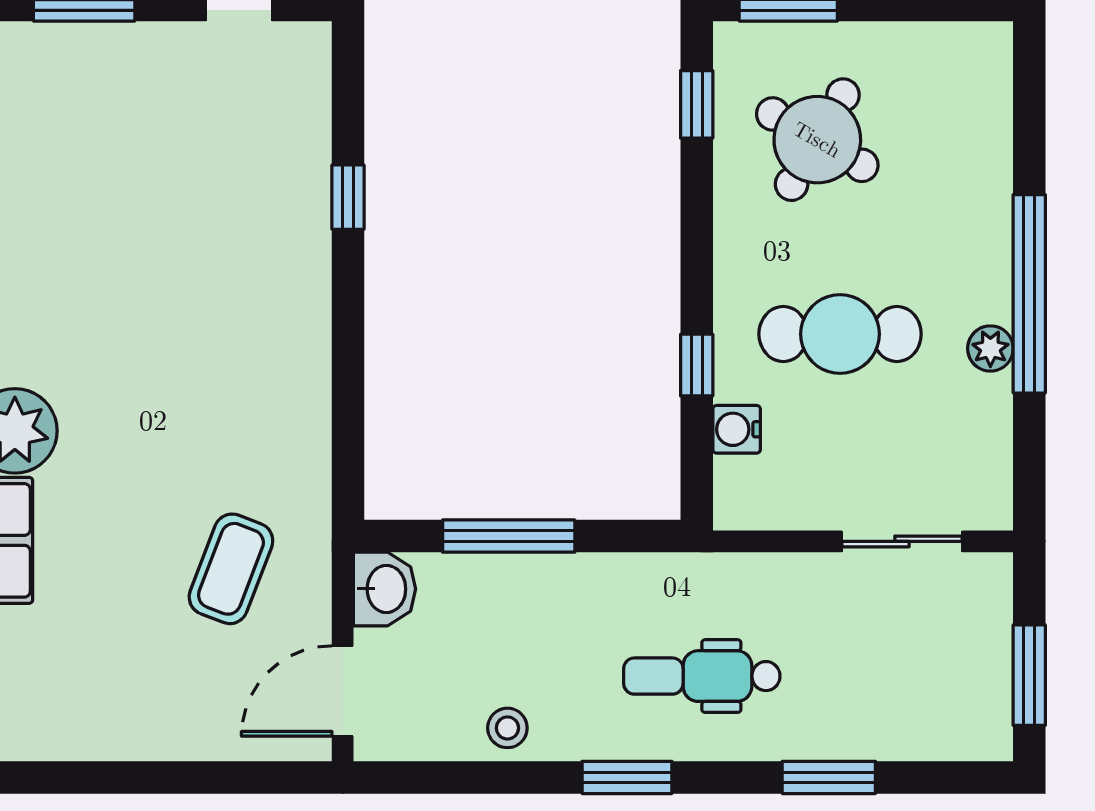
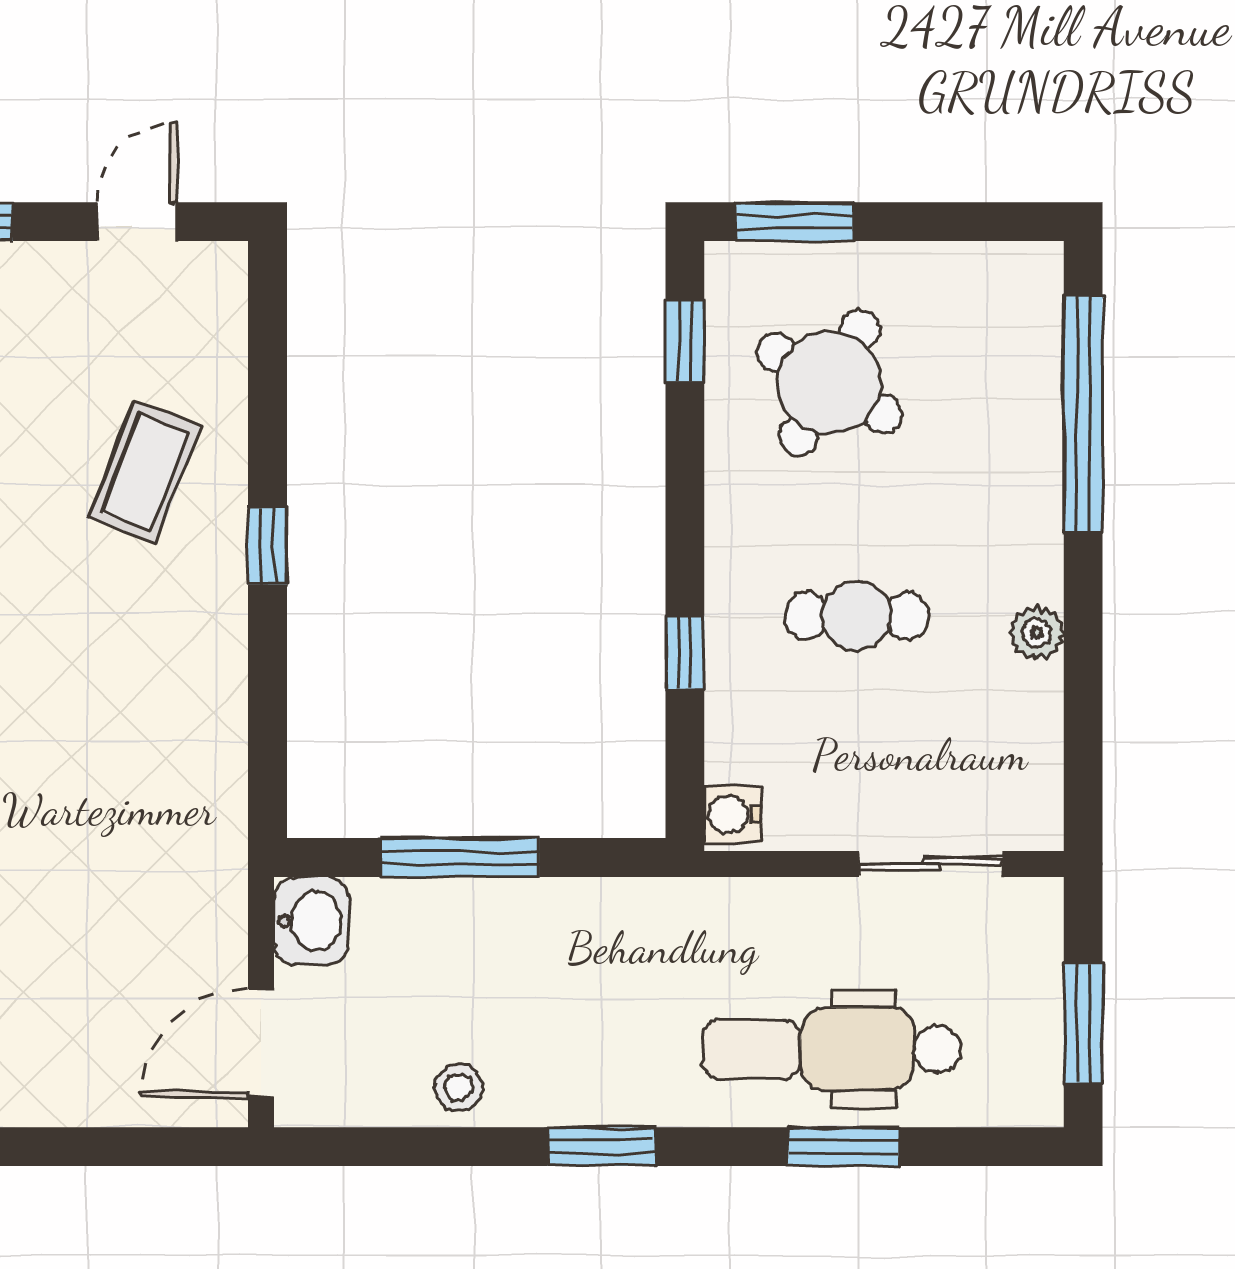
window: (348, 197) -> (267, 546), moved
window: (1029, 294) -> (1083, 414), moved
cafe table: (840, 334) -> (857, 616), width x0.73, depth x0.74
water cooler: (737, 429) -> (733, 814), moved
coffee table: (231, 569) -> (145, 472), moved
dental chair: (702, 676) -> (831, 1049), moved, width x1.36, depth x1.38

